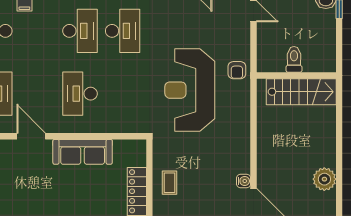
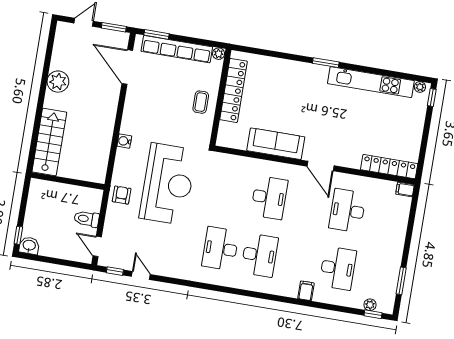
desk: (80, 31) -> (260, 255), turned 180
toilet: (294, 59) -> (87, 219), moved, turned 90
stairs: (301, 92) -> (49, 142), moved, turned 90
water cooler: (244, 181) -> (124, 141), moved

